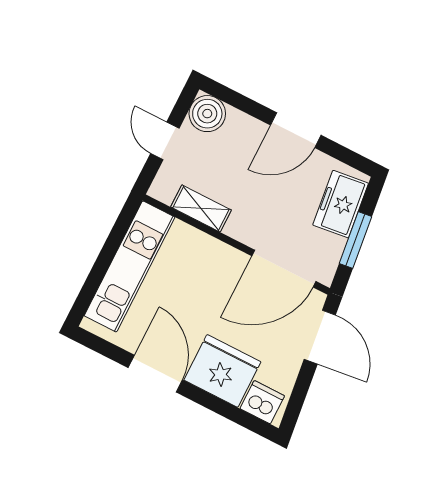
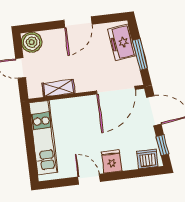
fridge: (222, 371) -> (112, 162), width x0.53, depth x0.75
door: (155, 374) -> (89, 179), width x0.73
window: (298, 397) -> (162, 145), added

